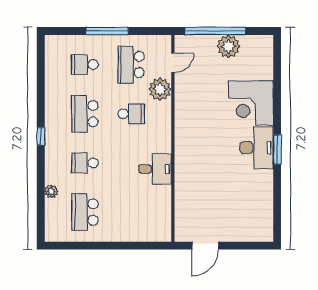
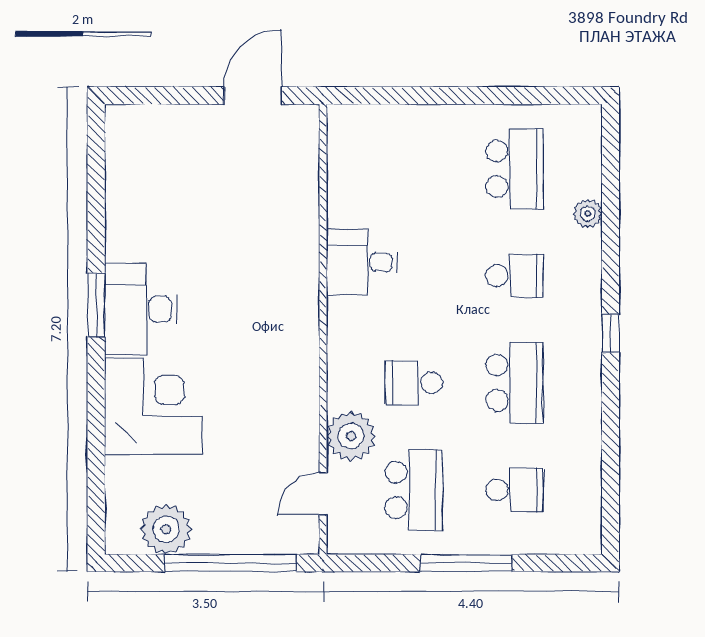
plant: (229, 46) -> (166, 529), moved

